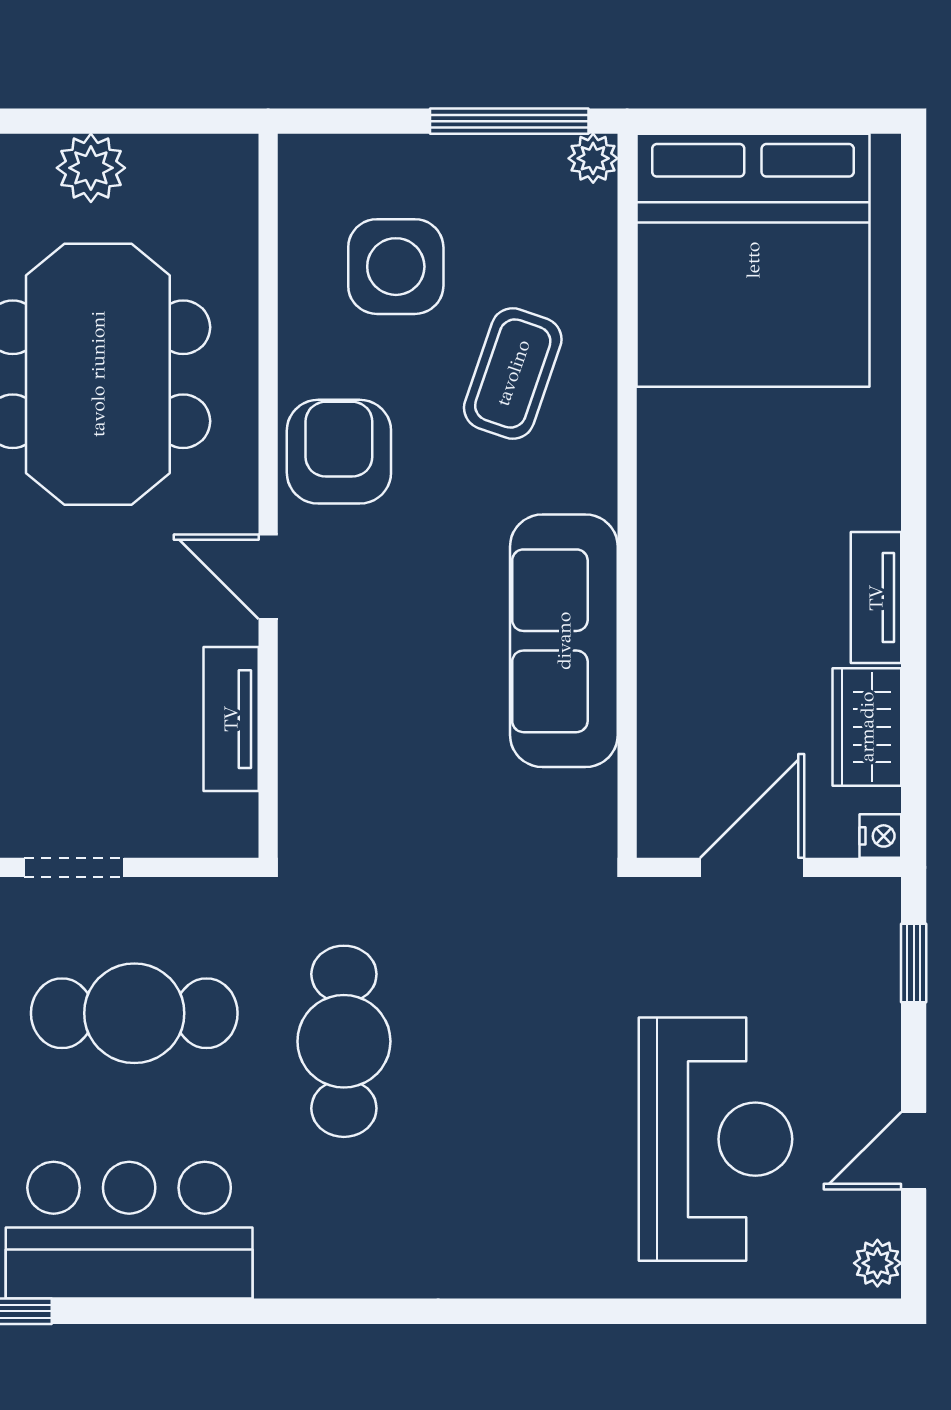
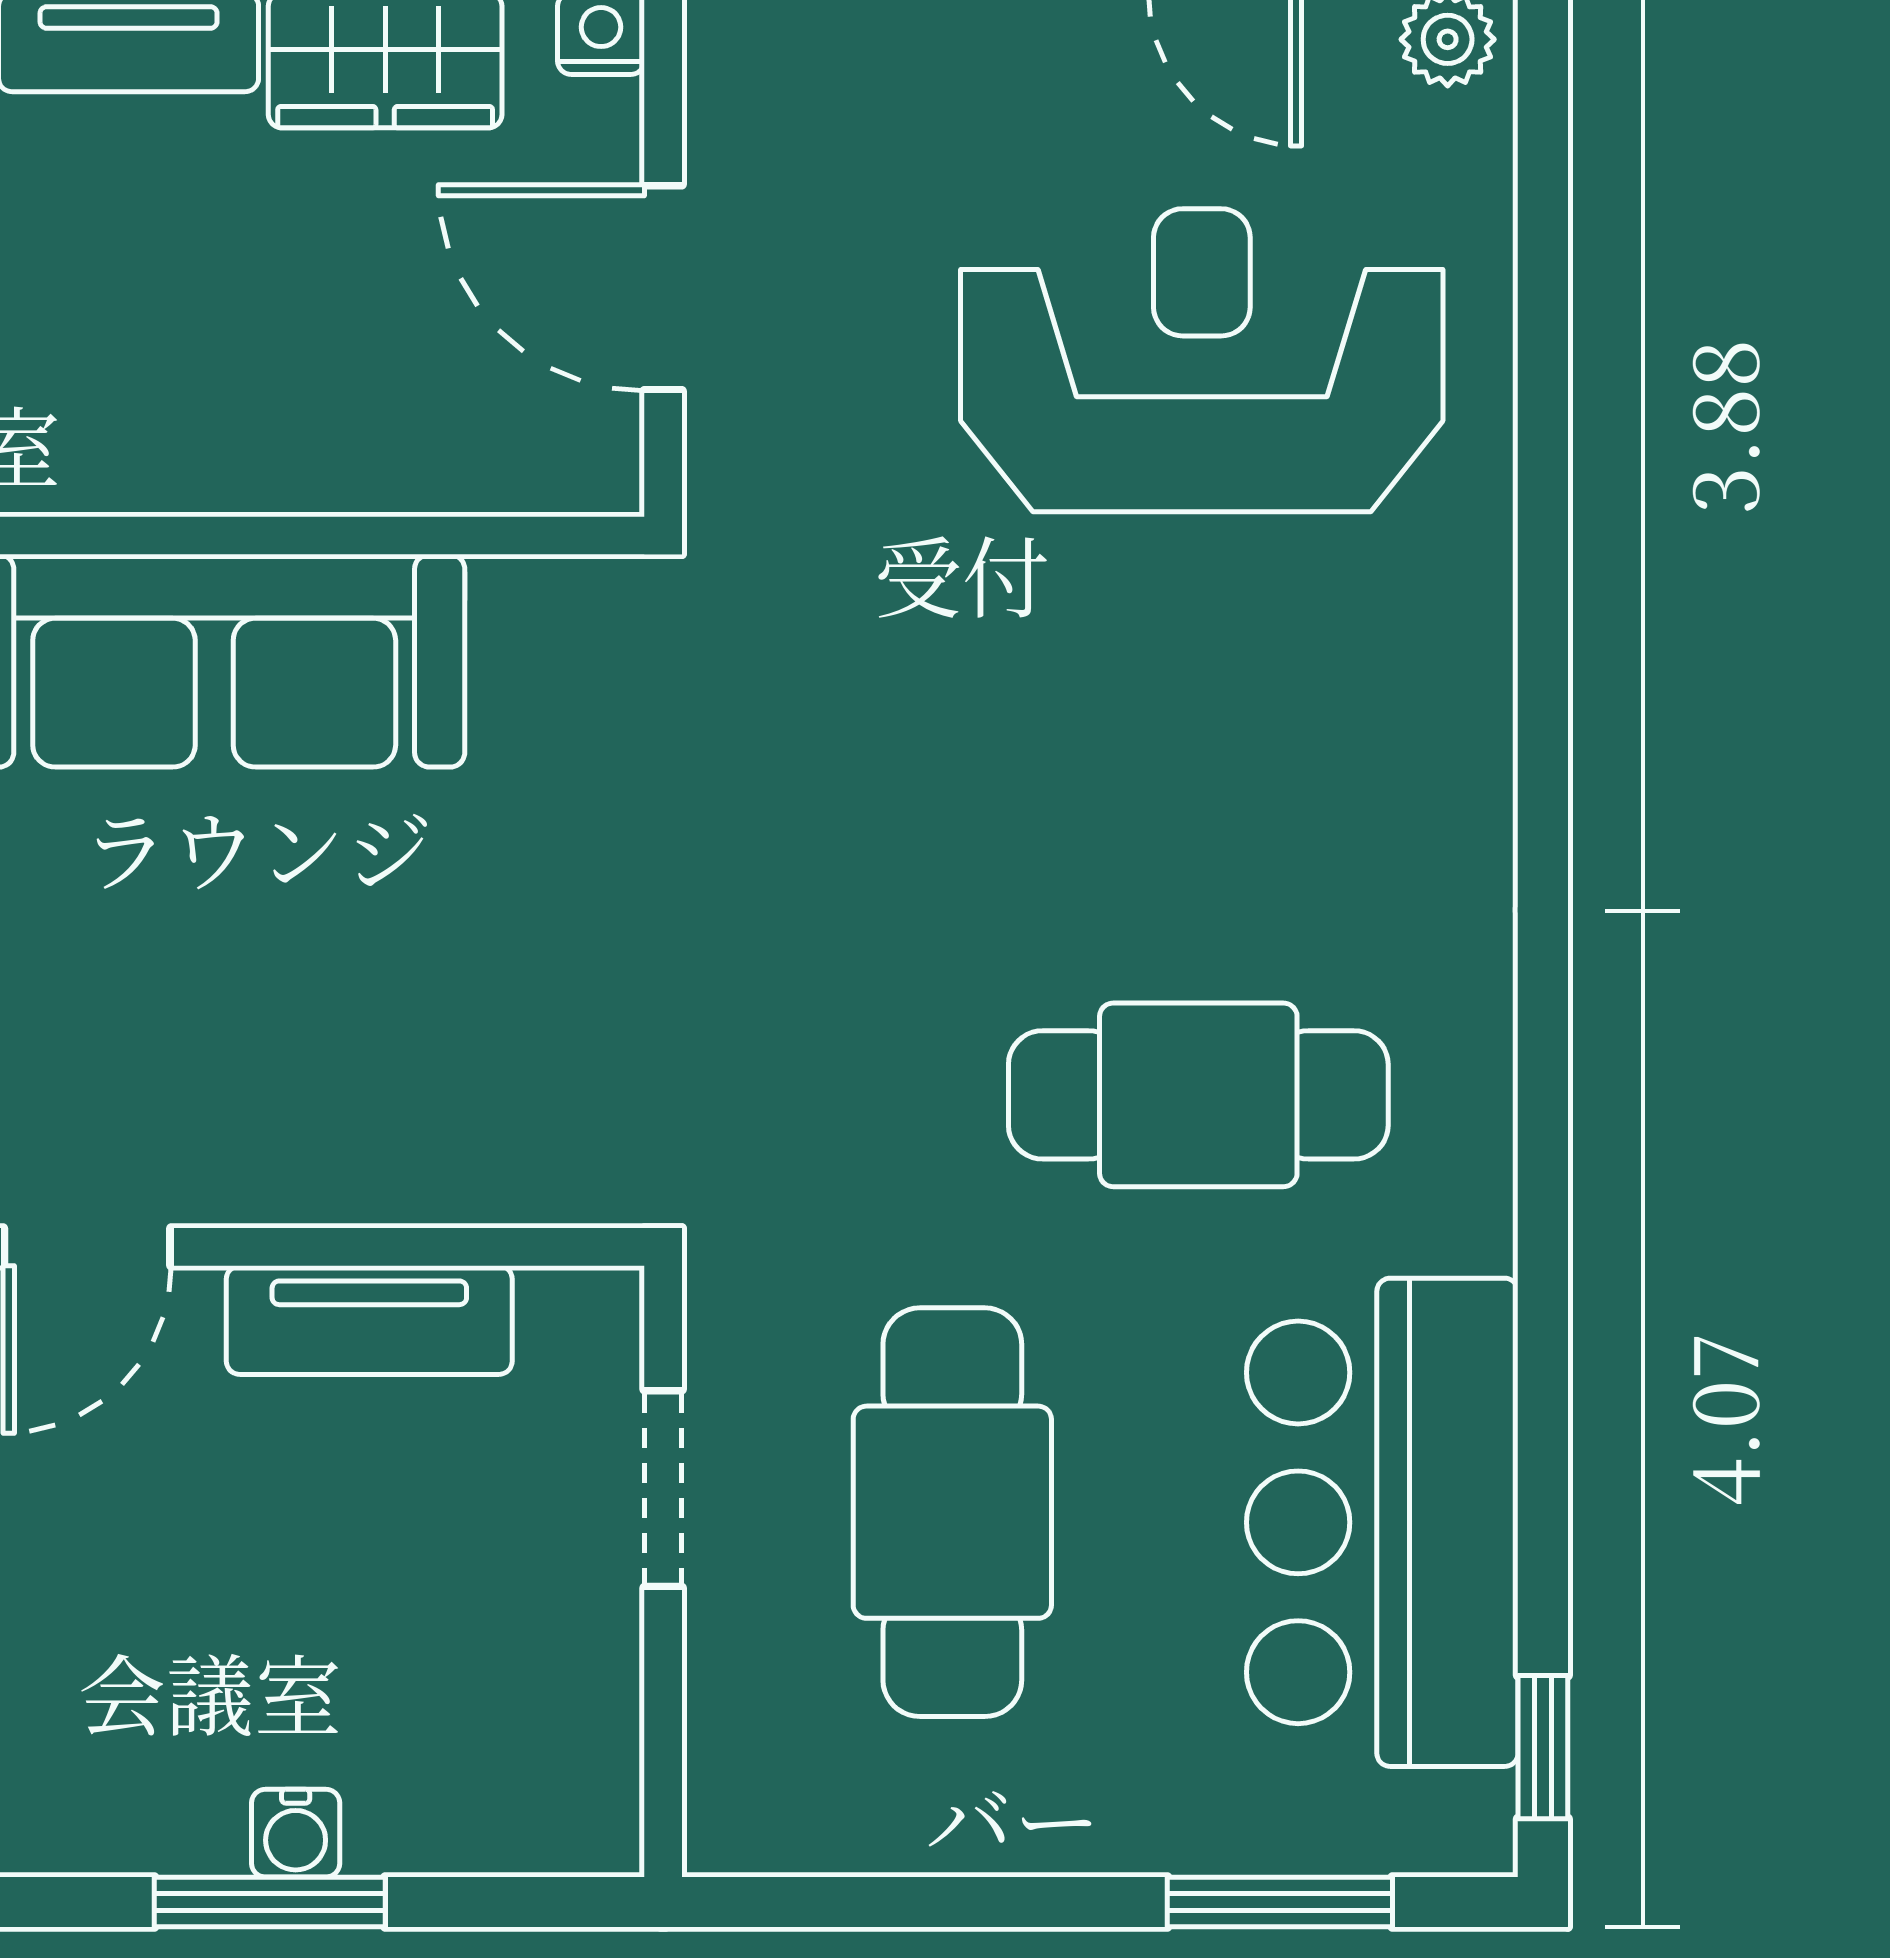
doorway: (74, 867) -> (663, 1489), moved
cafe table: (344, 1041) -> (1198, 1095), moved

